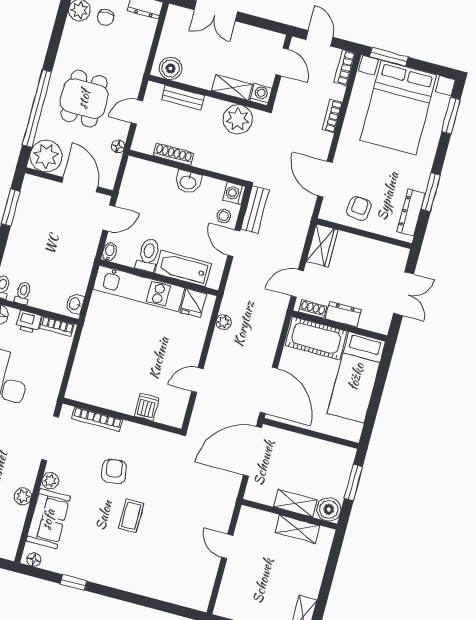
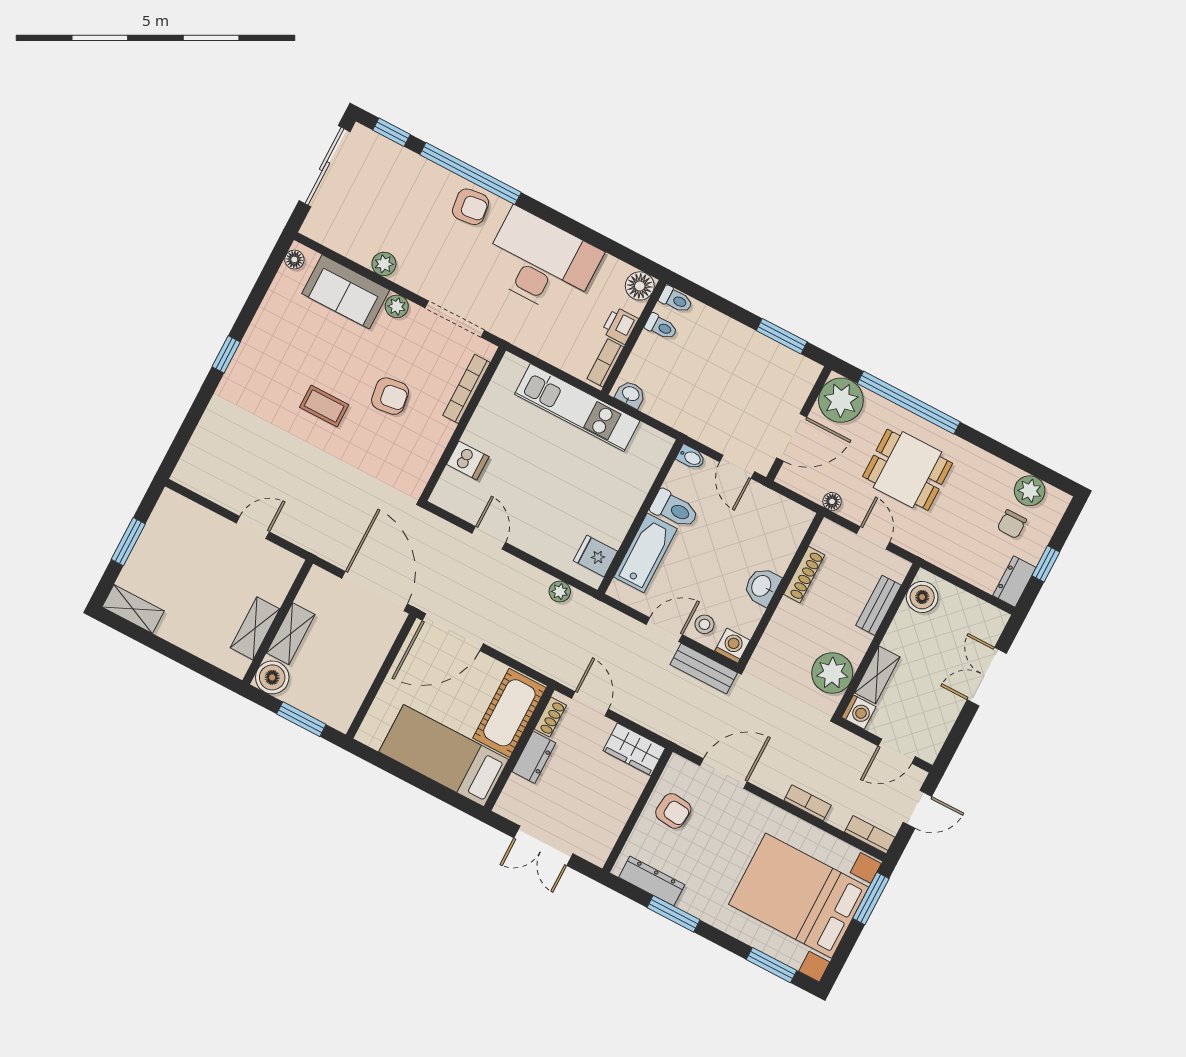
chair: (106, 17) -> (1012, 524), turned -90
kitchen unit: (139, 288) -> (577, 408), moved, turned -90
window: (73, 582) -> (226, 354), moved

